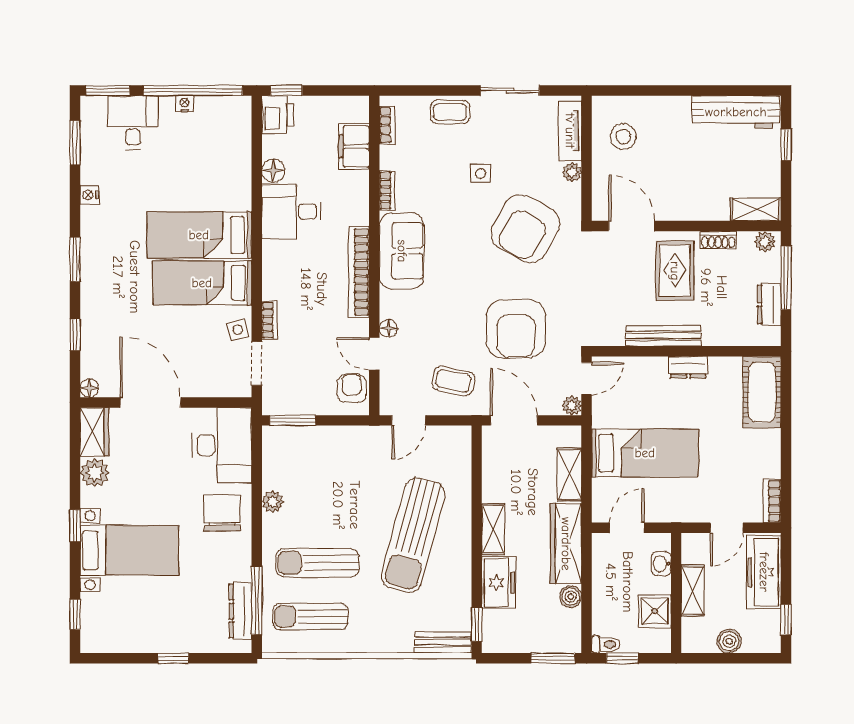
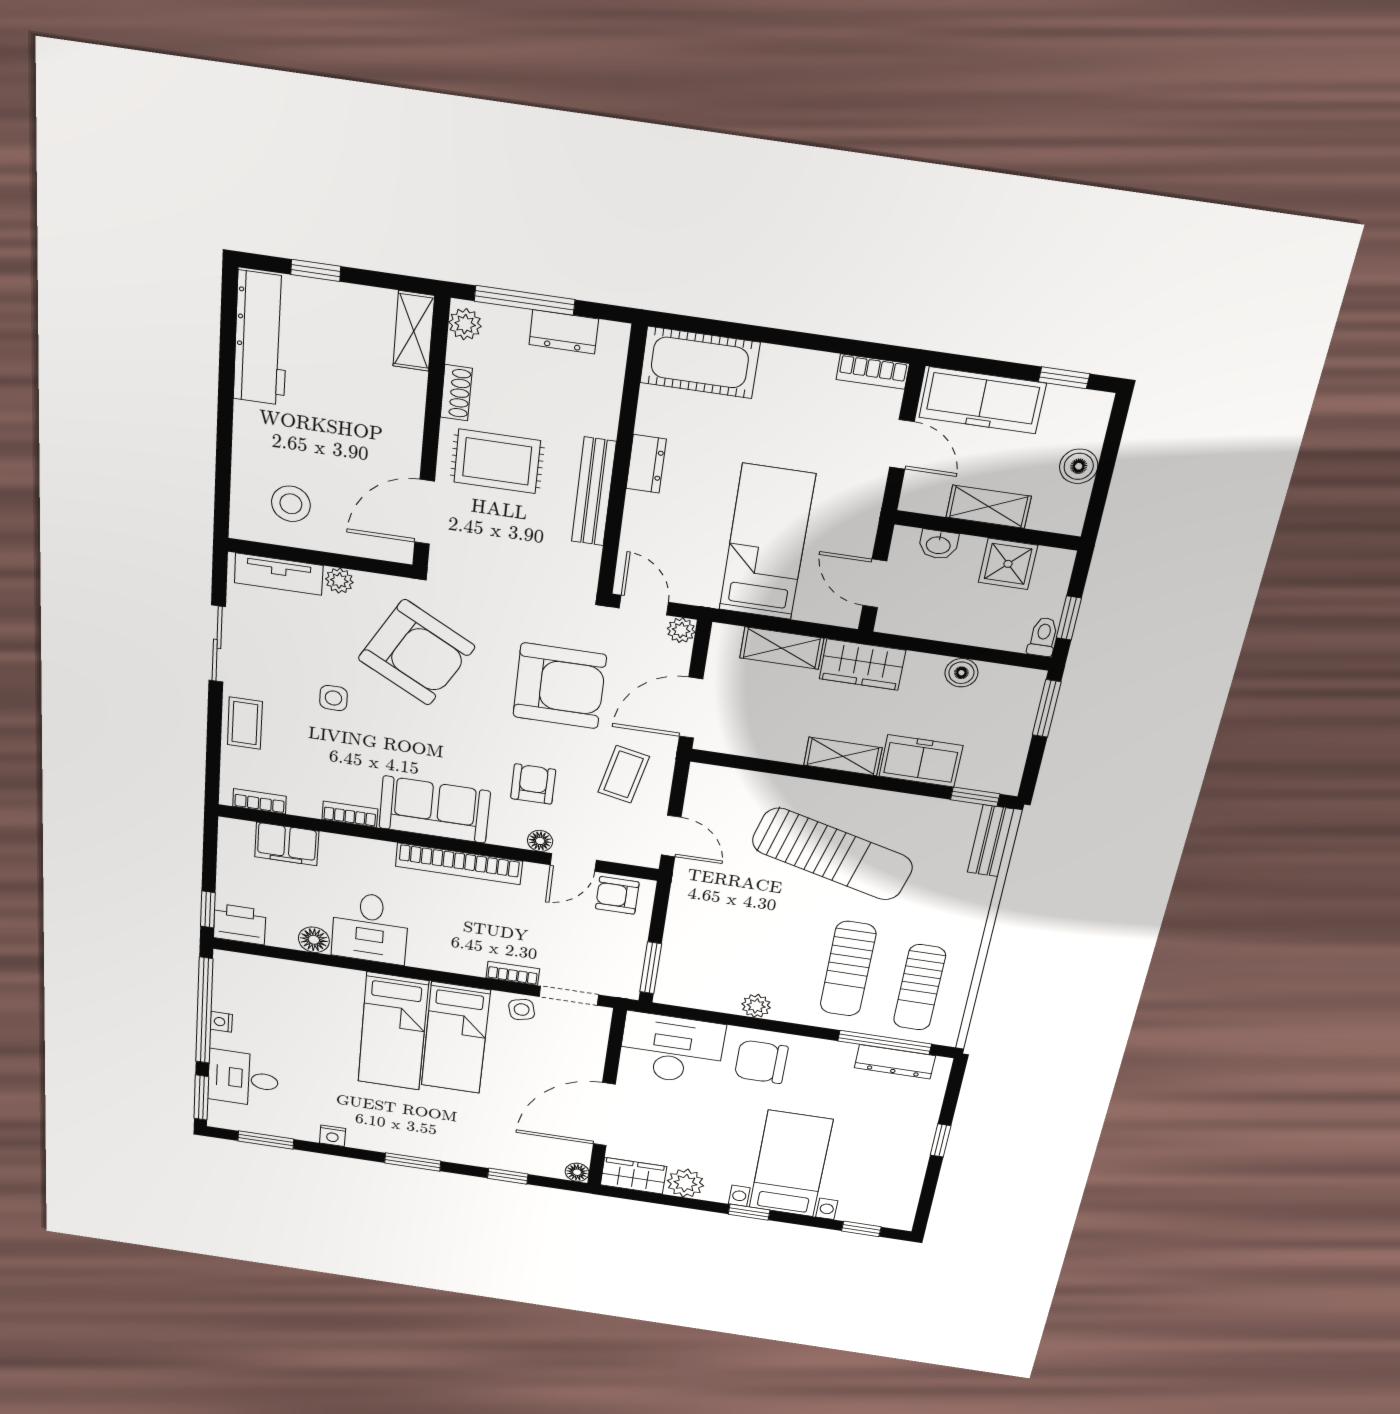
armchair: (435, 319) -> (533, 784), added
wardrobe: (566, 544) -> (862, 665), width x0.67

